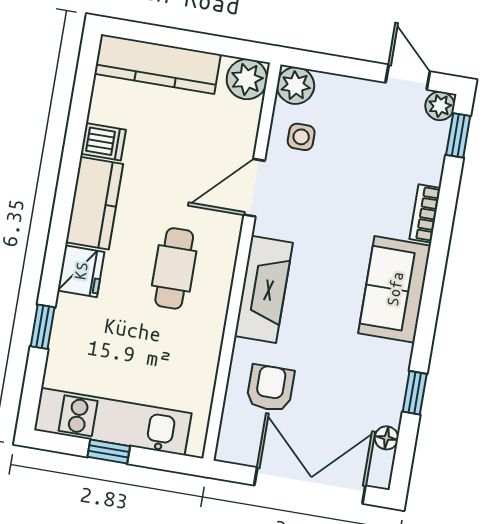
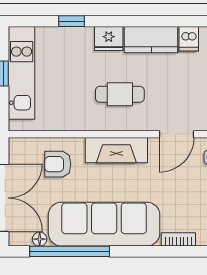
door: (254, 188) -> (177, 134), swing flipped
sofa: (395, 289) -> (104, 224), width x1.85, depth x1.27
armchair: (270, 388) -> (58, 164), turned 180
window: (415, 393) -> (70, 251), width x3.17

